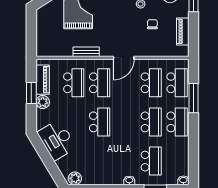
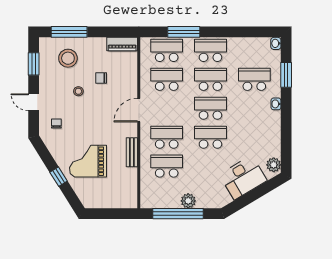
piano: (183, 31) -> (122, 44), moved
door: (124, 58) -> (139, 110), swing flipped
piano: (43, 80) -> (163, 201), removed
window: (31, 93) -> (178, 214), width x2.11
school desk: (125, 122) -> (210, 108), added
desk: (57, 140) -> (243, 178), moved

